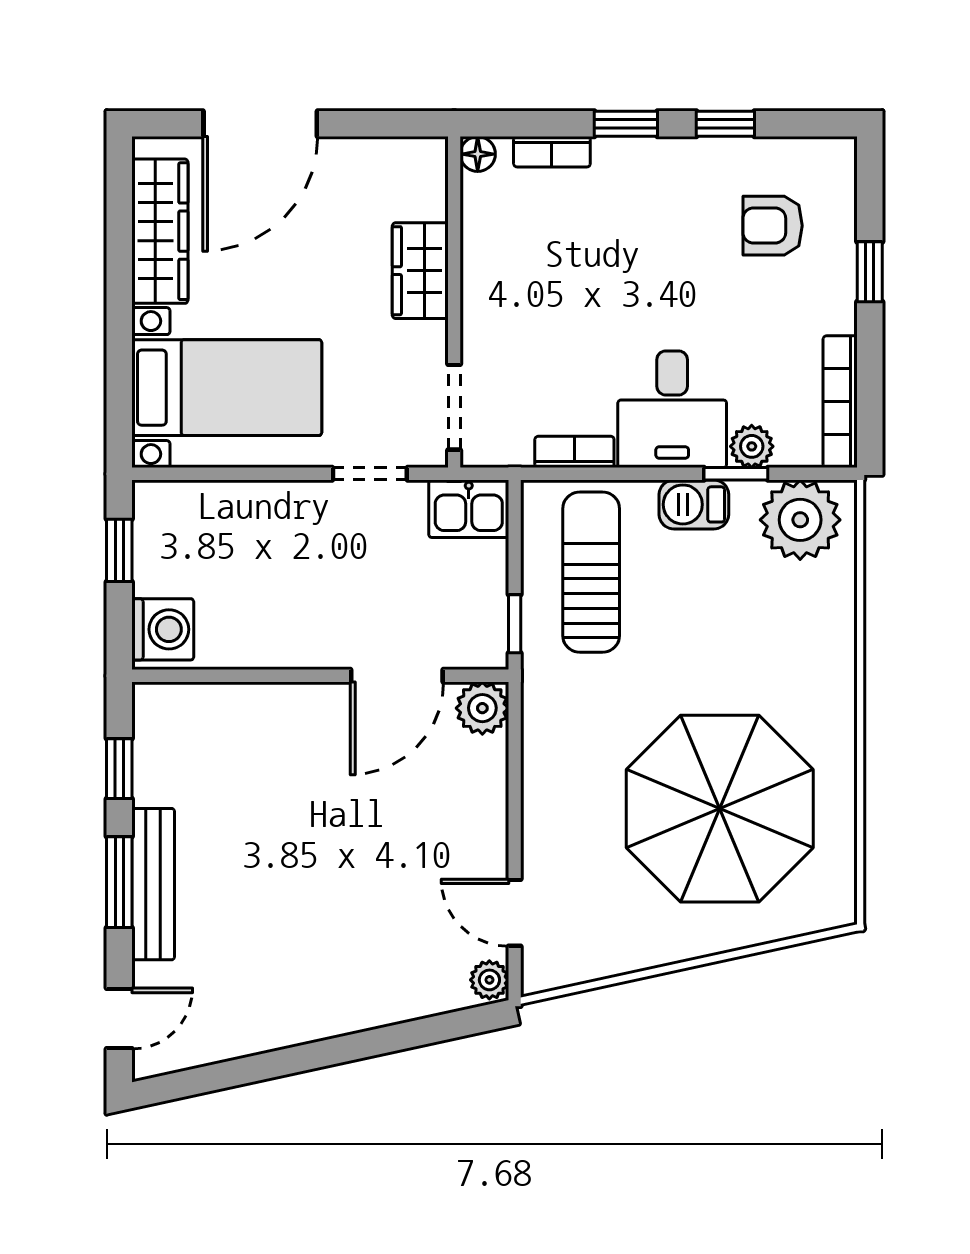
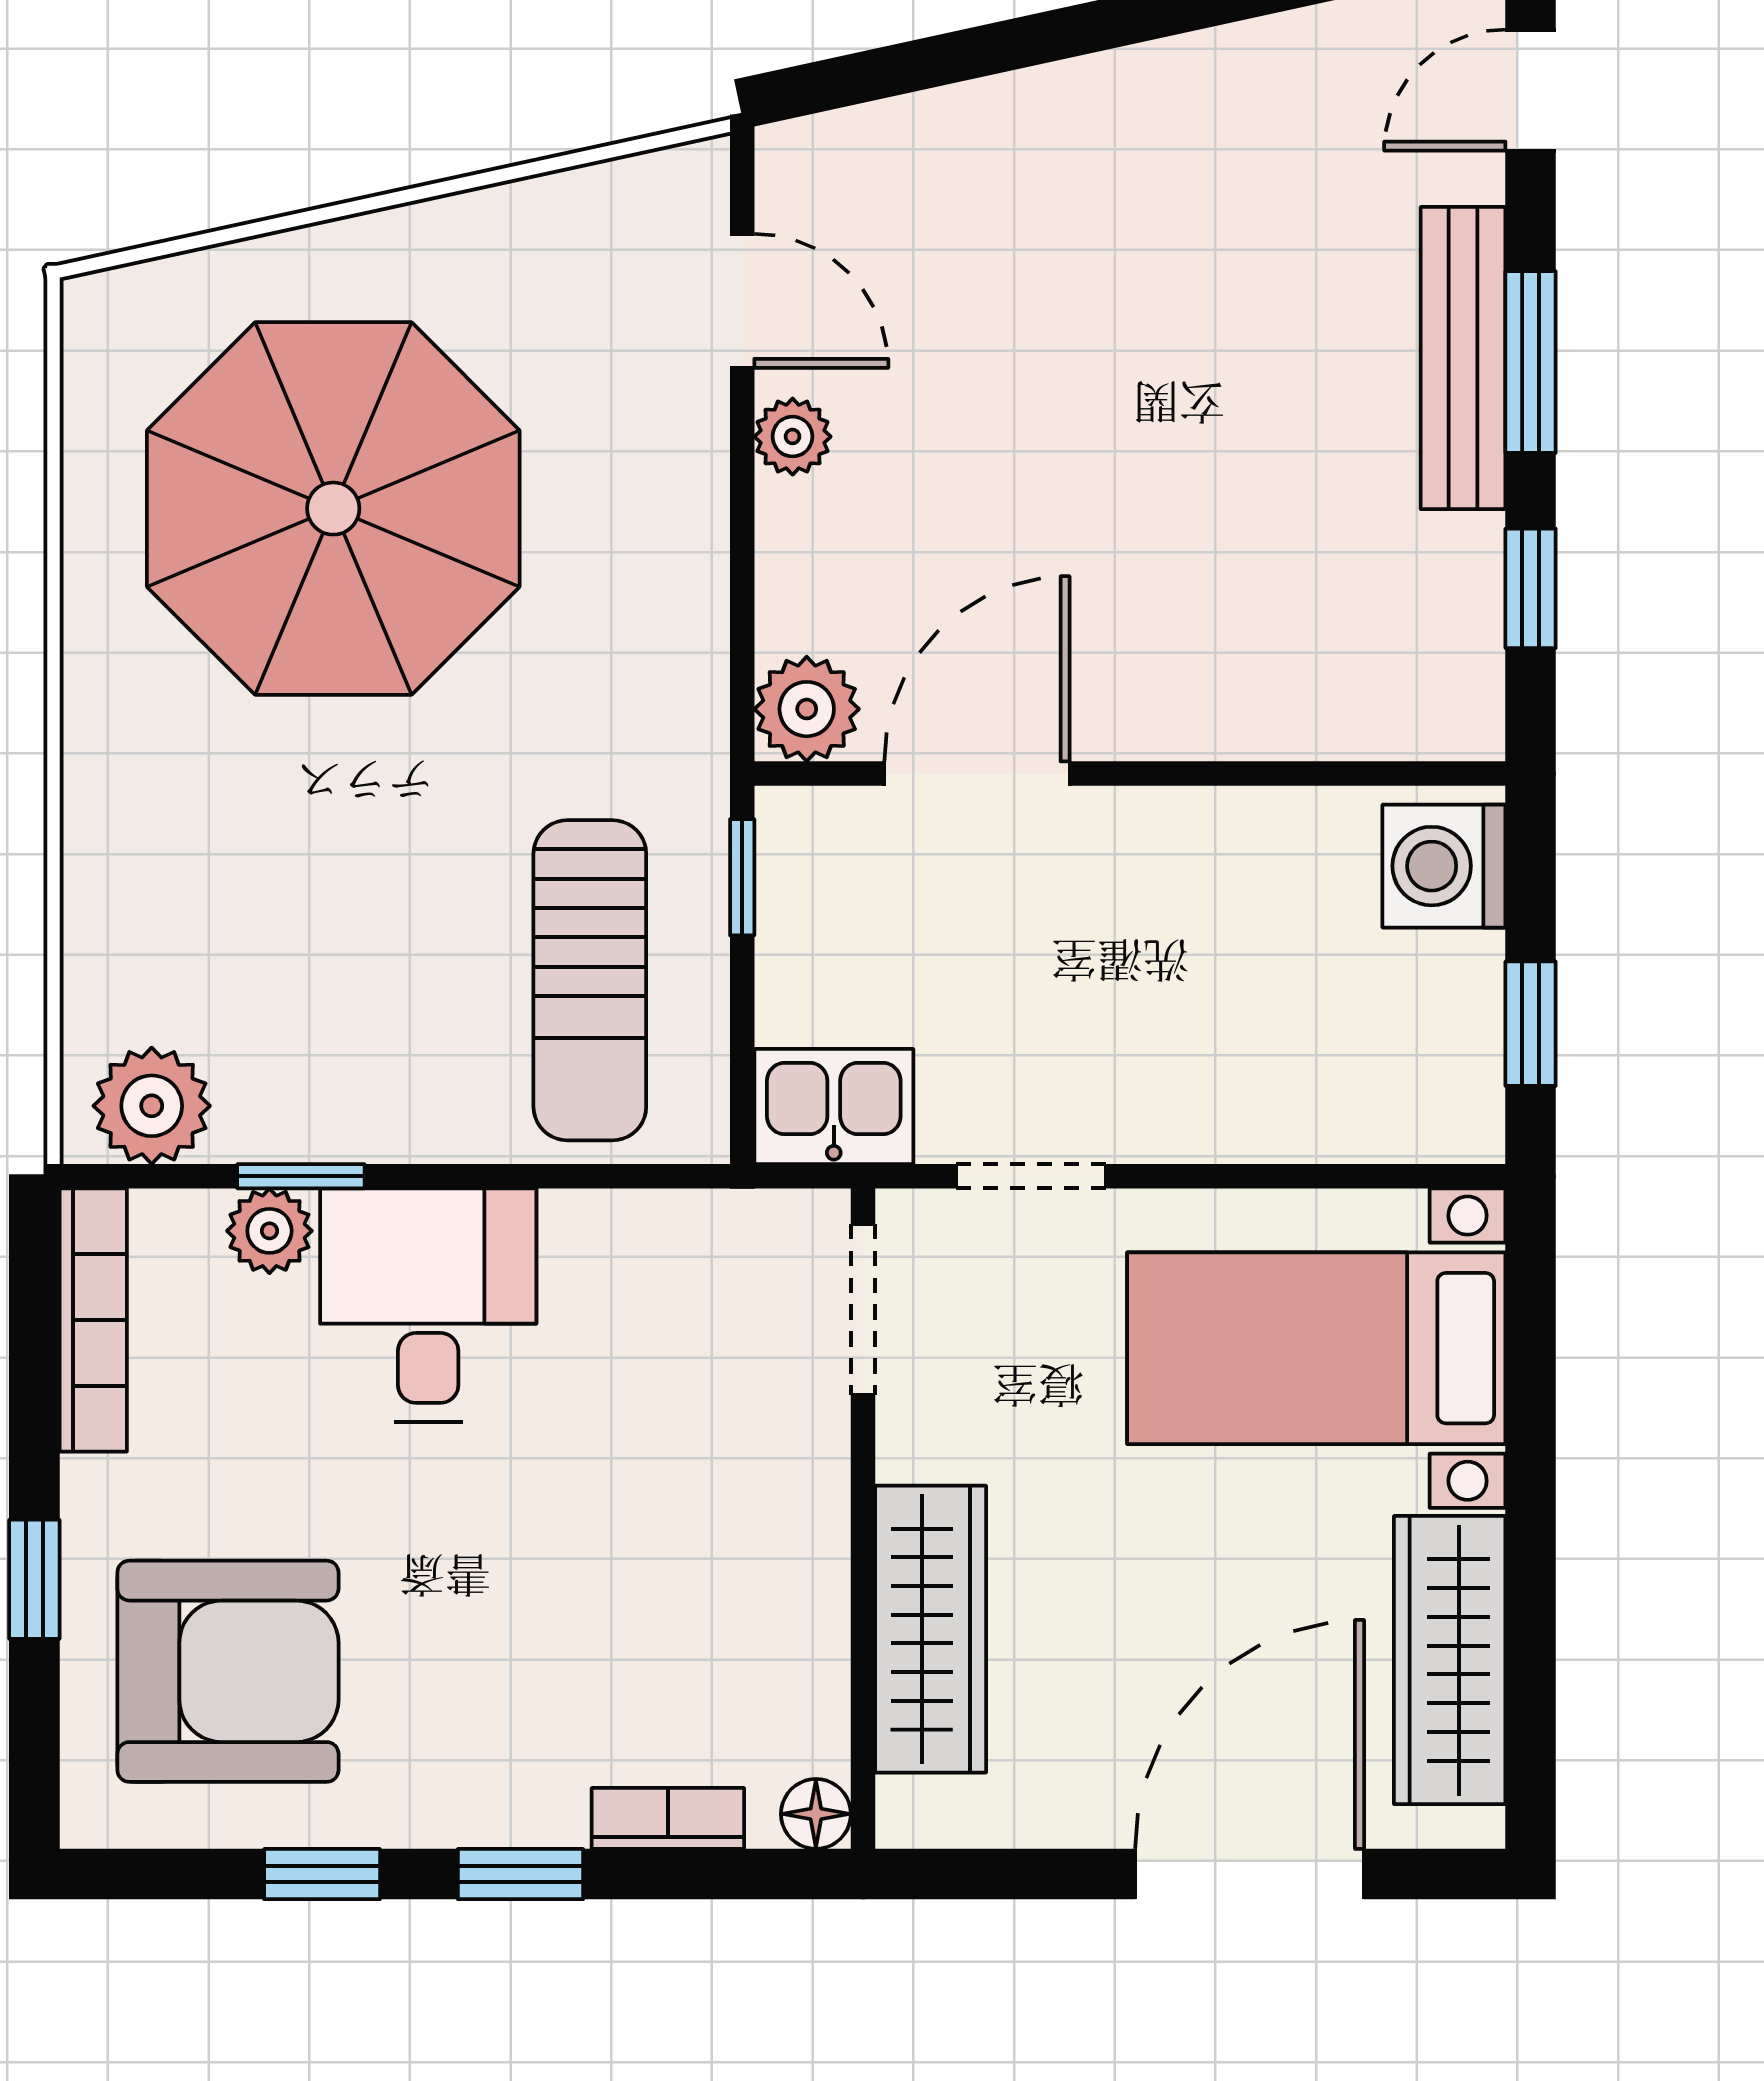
armchair: (773, 226) -> (228, 1671), width x1.88, depth x1.88
wardrobe: (420, 271) -> (931, 1629), width x1.50
bookcase: (574, 452) -> (623, 1220), removed
barbecue: (694, 504) -> (385, 1115), removed
plant: (800, 520) -> (152, 1106), width x0.73, depth x0.73
plant: (489, 980) -> (793, 437), moved

